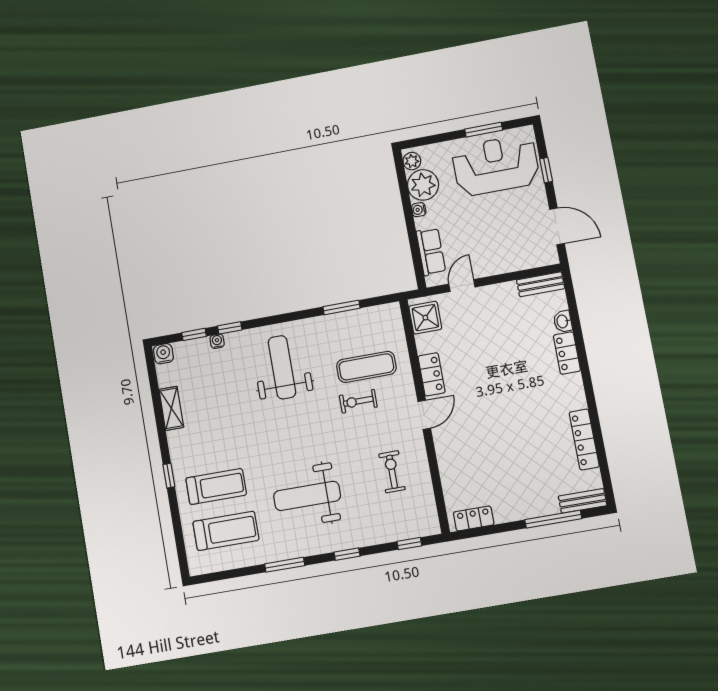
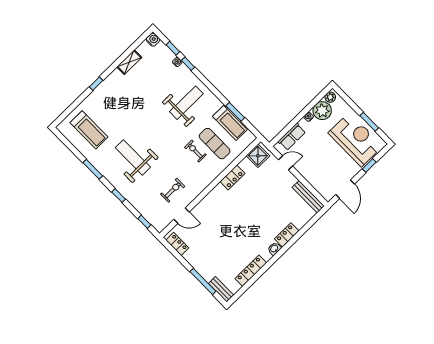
bench: (541, 284) -> (308, 197), width x1.36
washbasin: (563, 321) -> (274, 249), moved
door: (424, 415) -> (182, 216), moved
treadmill: (216, 487) -> (230, 123), moved

